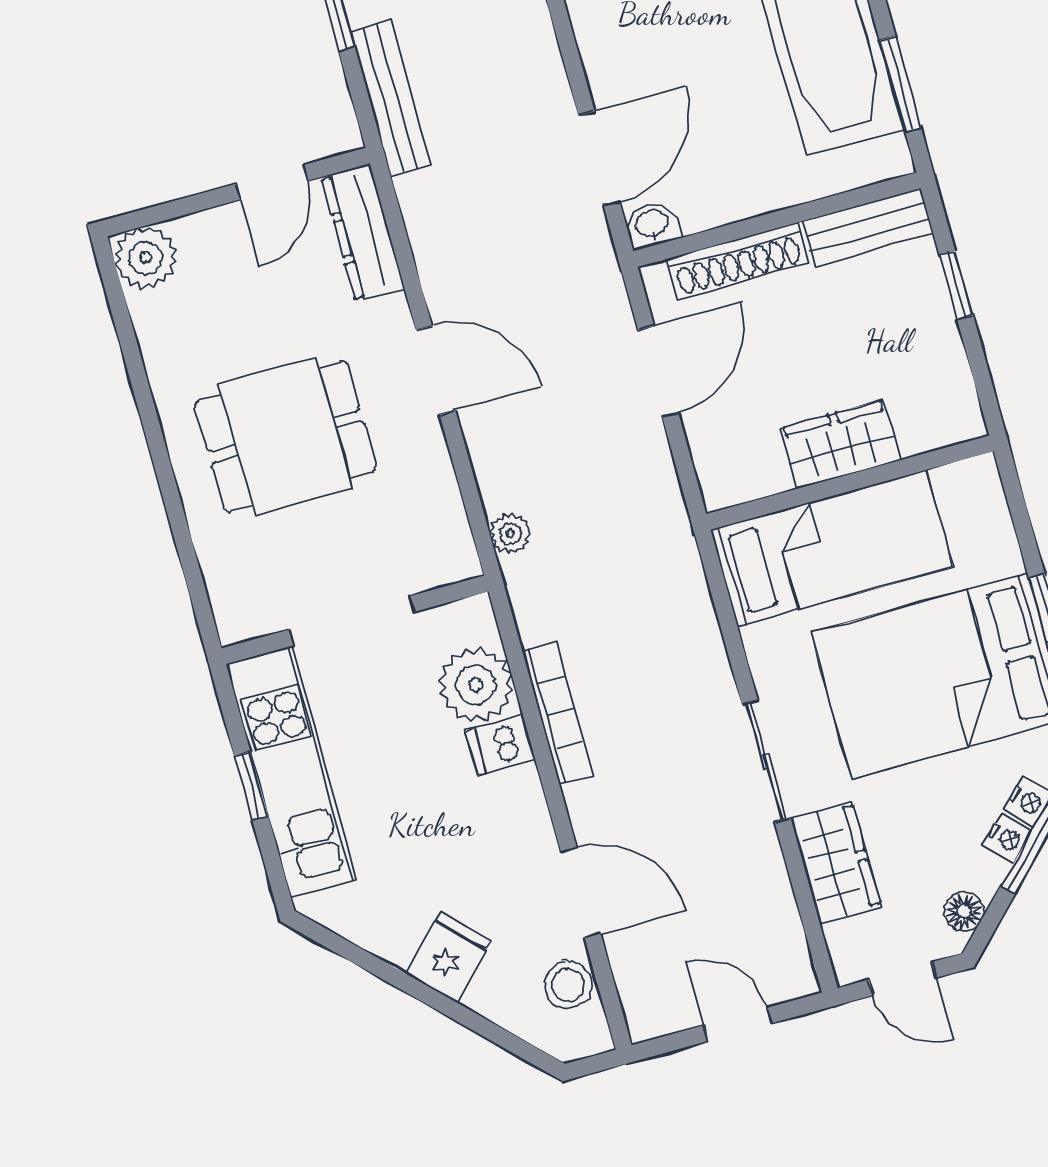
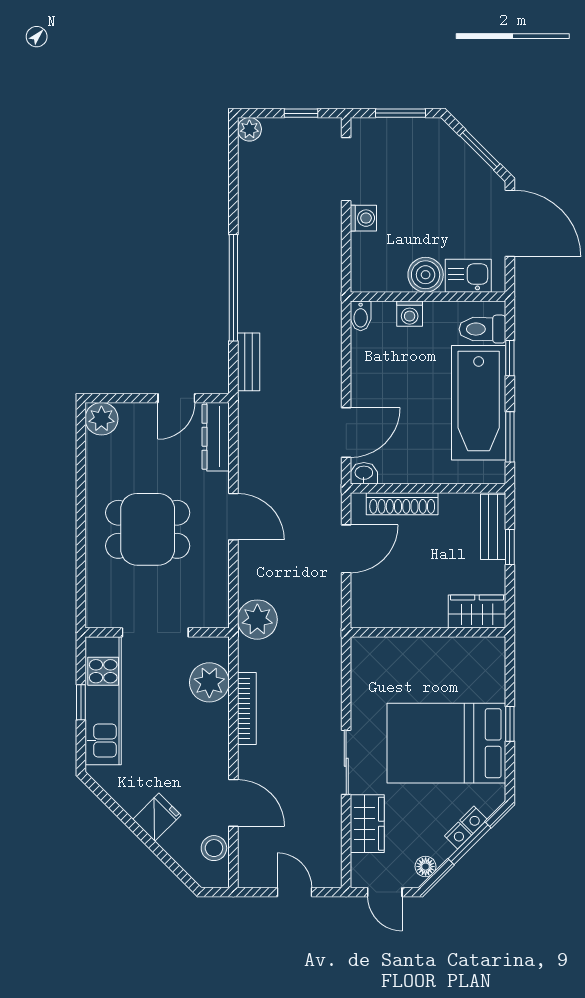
bench: (391, 99) -> (249, 362), width x0.73
bench: (868, 227) -> (493, 527), moved, turned 90
wardrobe: (840, 444) -> (477, 612), moved
plant: (510, 533) -> (257, 620), width x1.88, depth x1.88
bed: (832, 548) -> (409, 663), removed
dishwasher: (500, 745) -> (213, 717), removed

